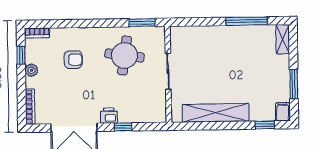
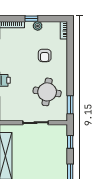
window: (195, 22) -> (70, 142), added
window: (21, 55) -> (31, 19), moved

